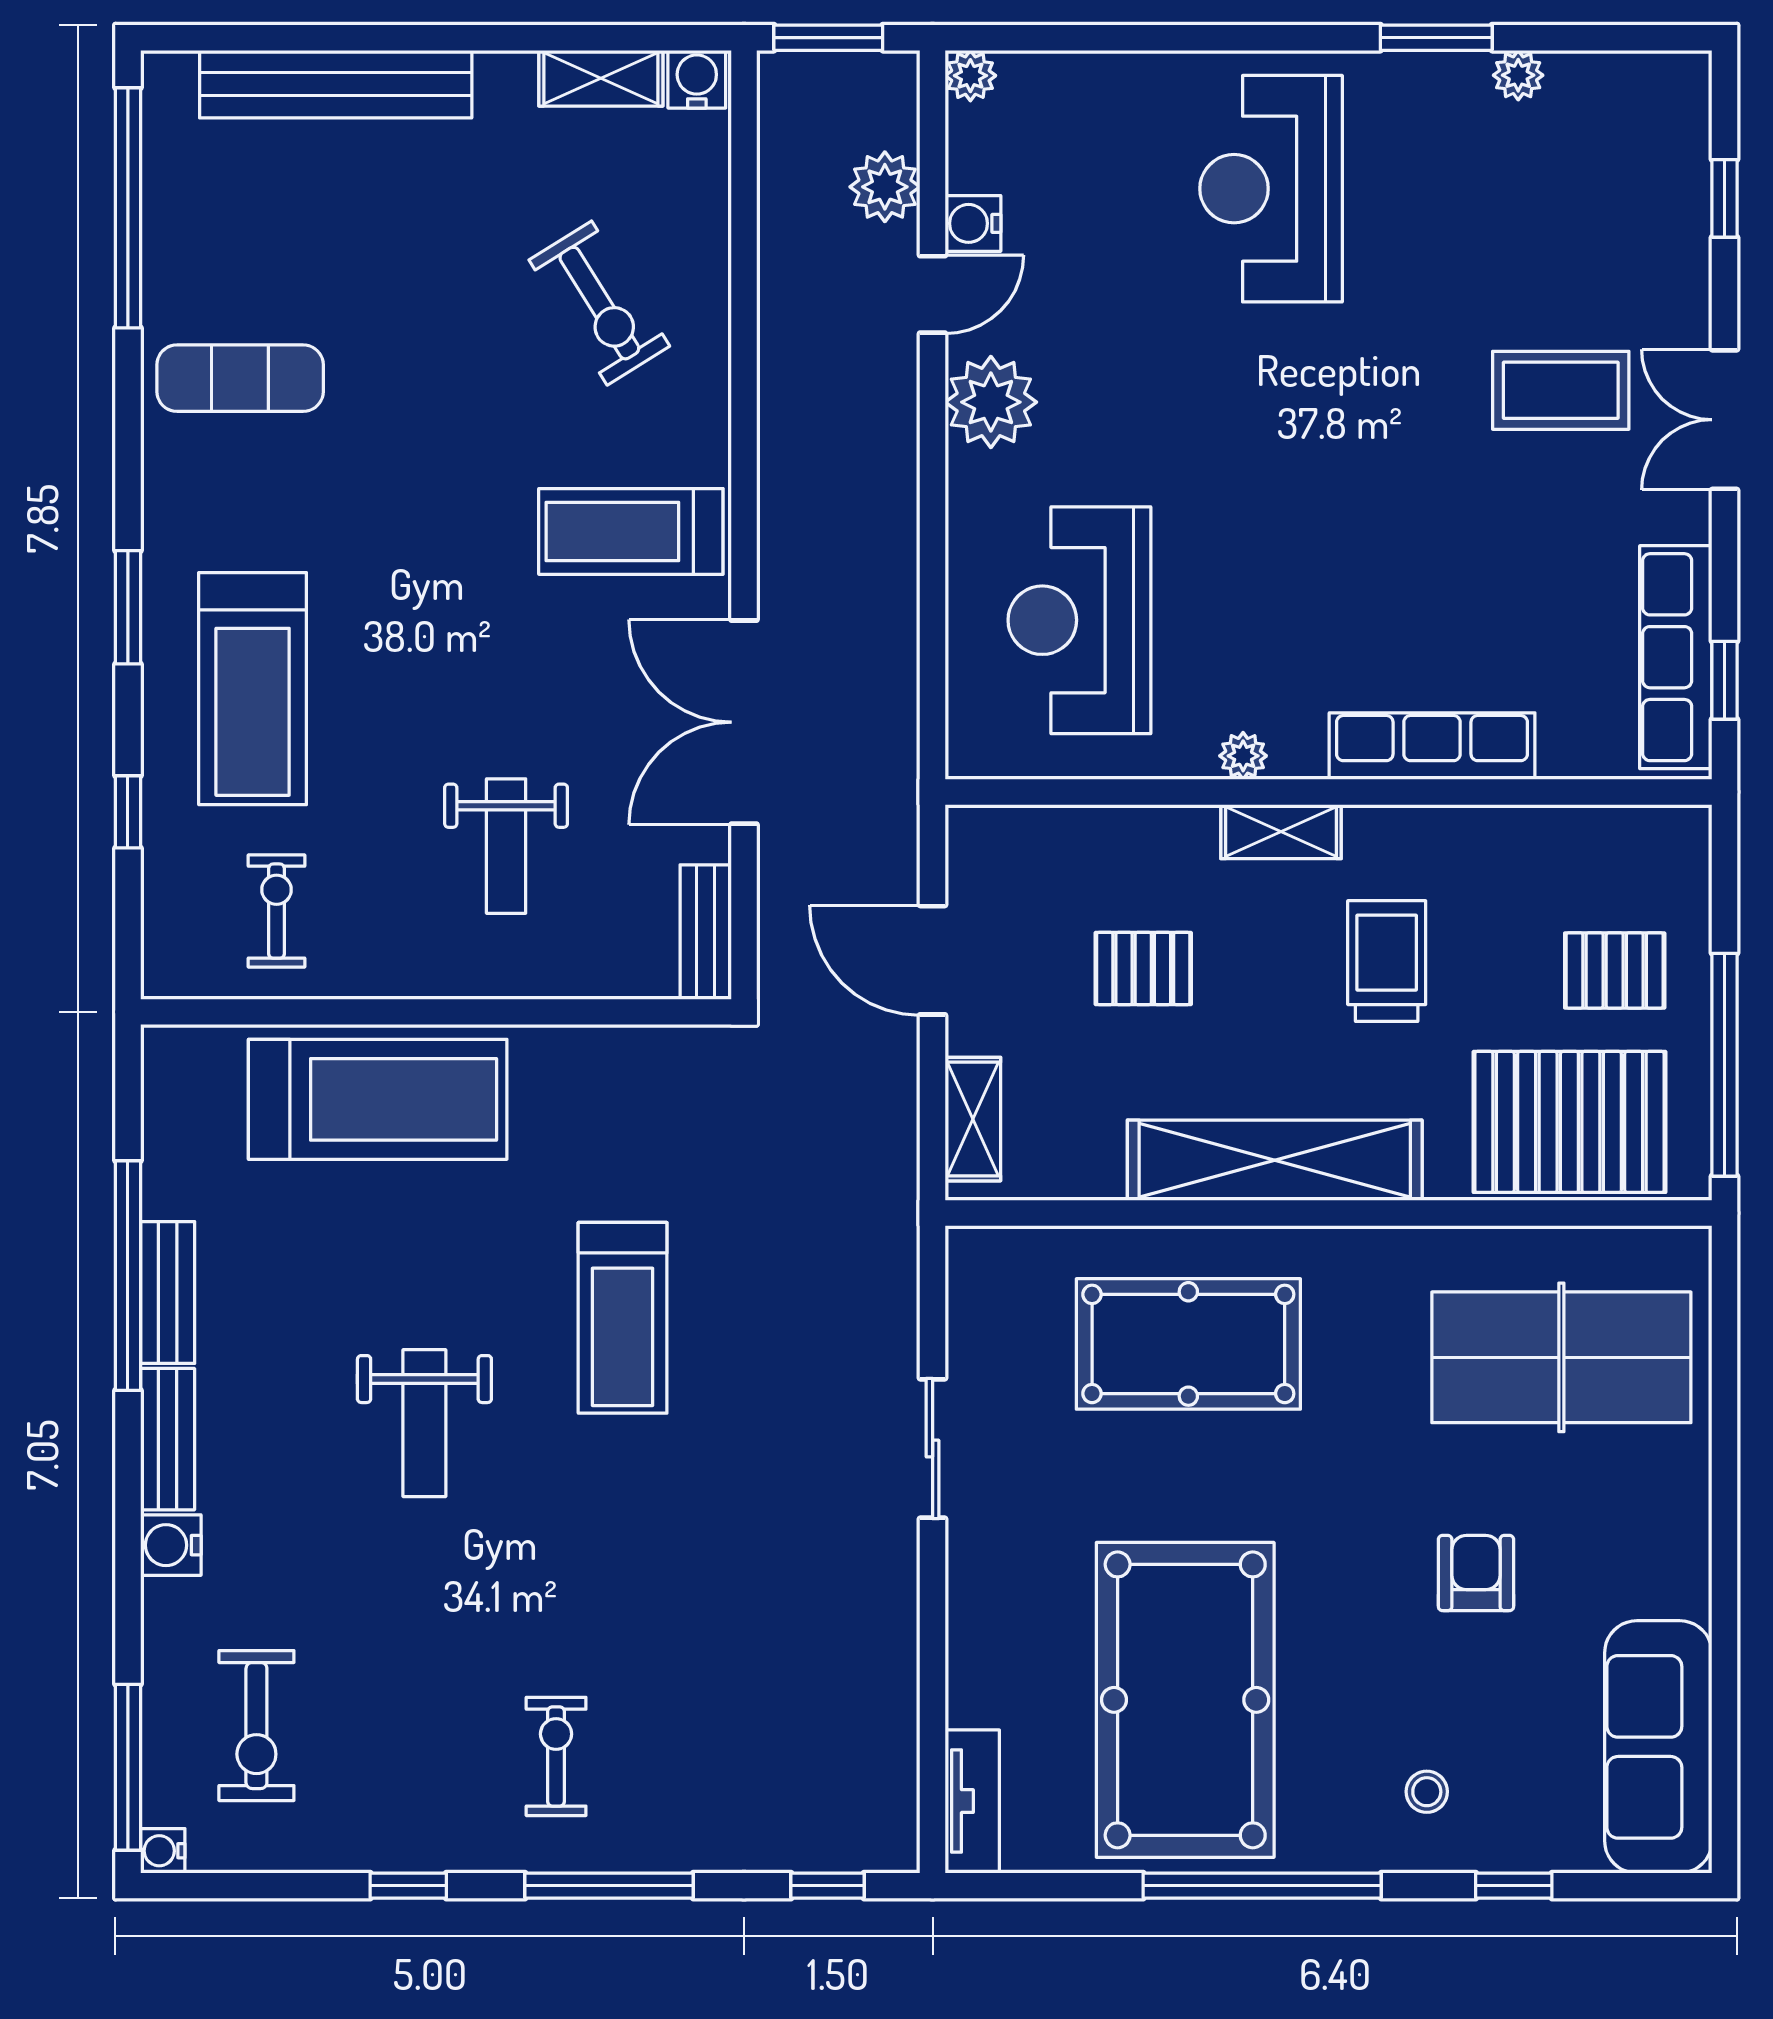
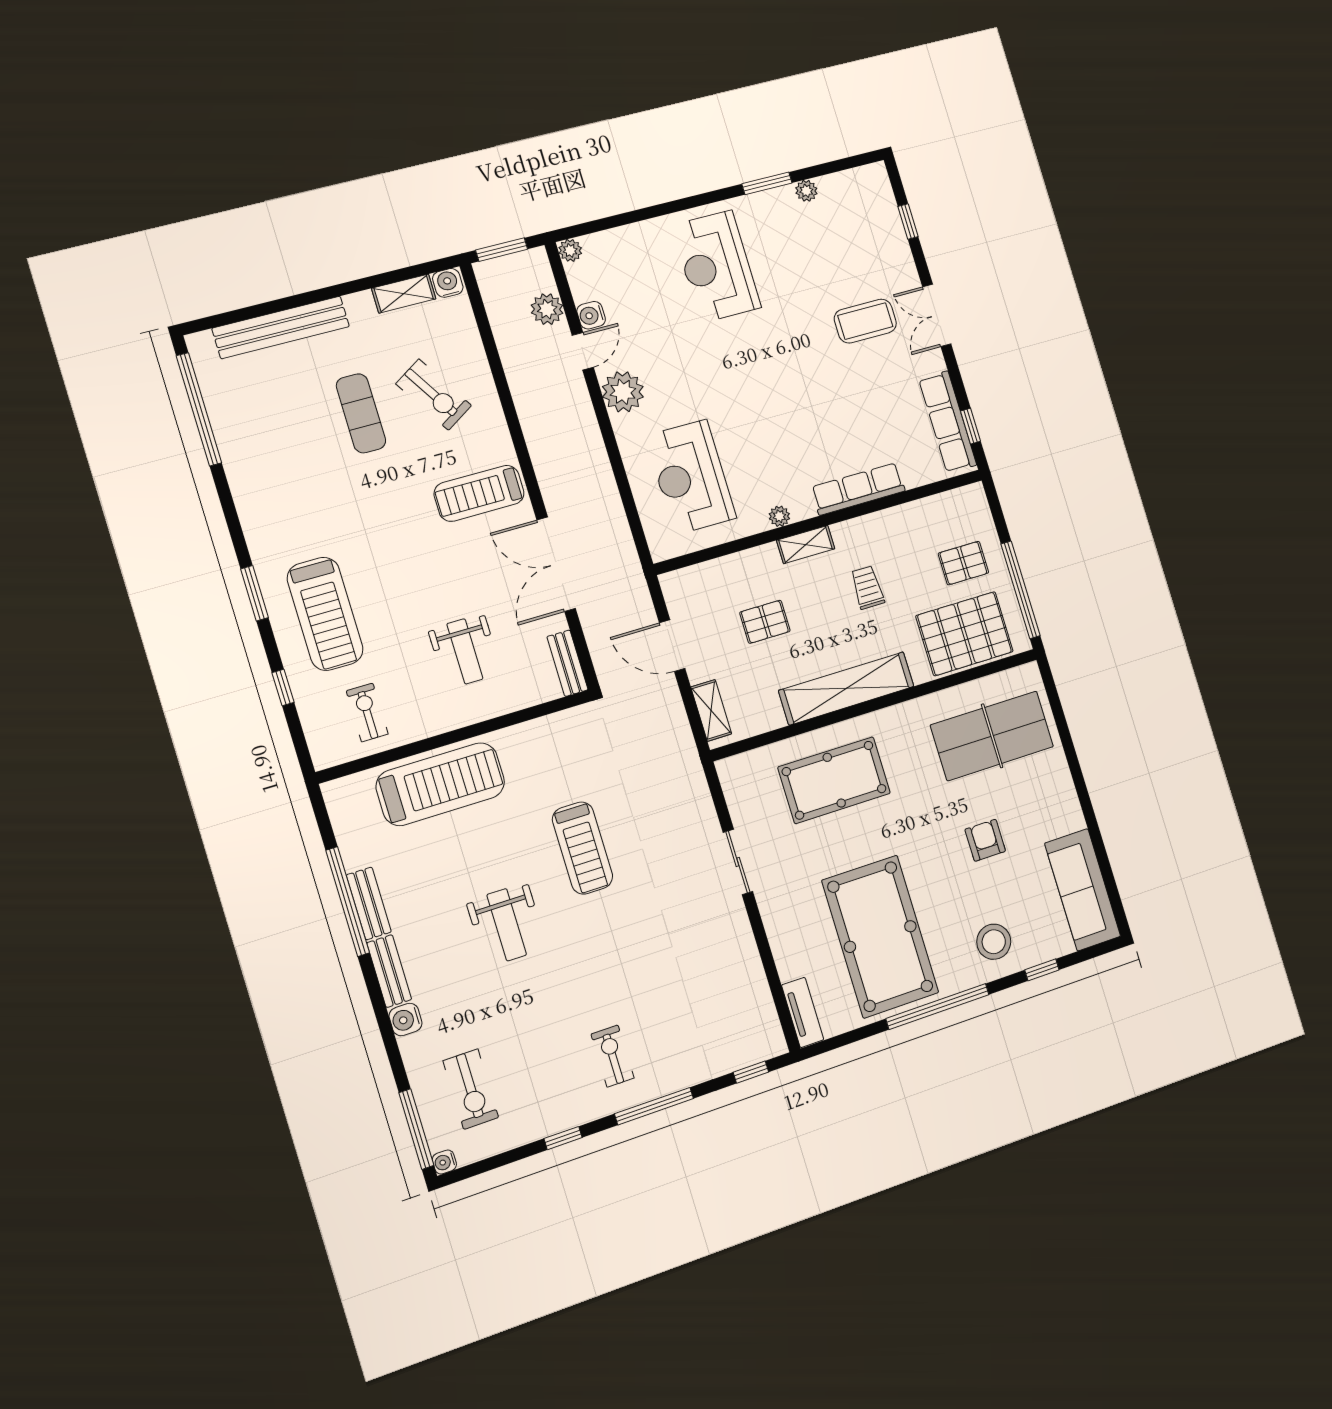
exercise mat: (240, 378) -> (361, 413), moved, turned 90
trolley: (1387, 961) -> (867, 587), width x0.73, depth x0.72
stool: (1427, 1792) -> (994, 942), width x1.89, depth x1.89

